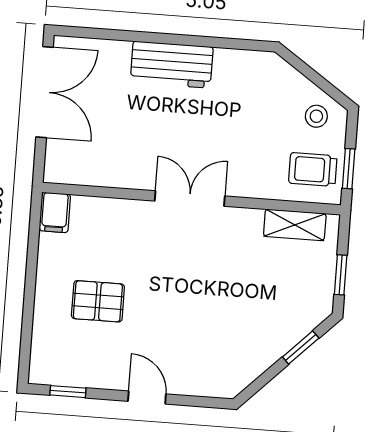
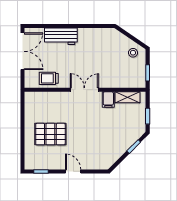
workbench: (172, 65) -> (61, 36), moved
trolley: (313, 169) -> (49, 78), moved
filing cabinet: (55, 212) -> (108, 100), moved
pallet: (98, 301) -> (50, 134), width x1.50, depth x1.42

